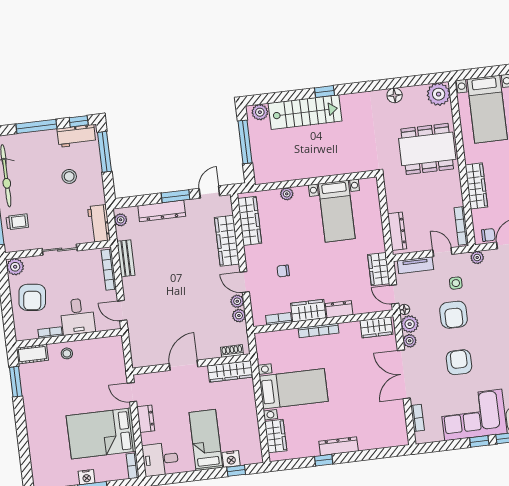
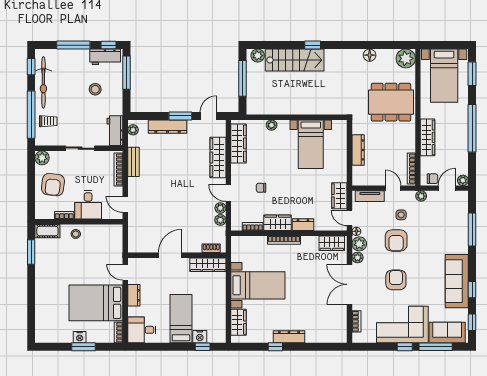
dresser: (397, 231) -> (358, 150), moved

